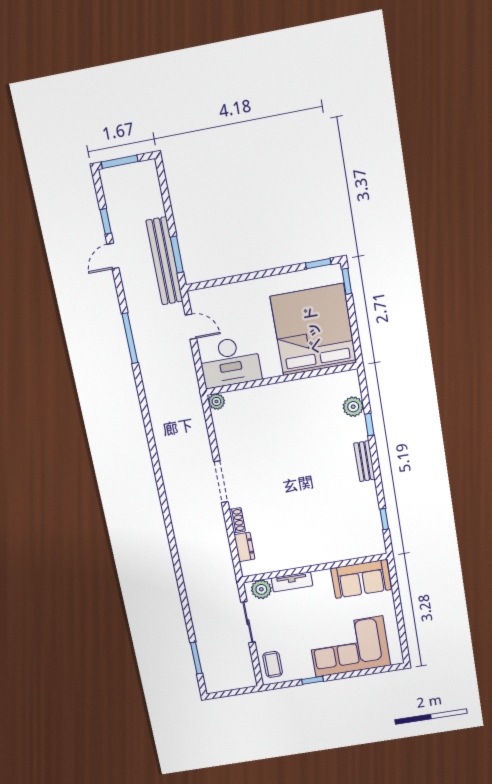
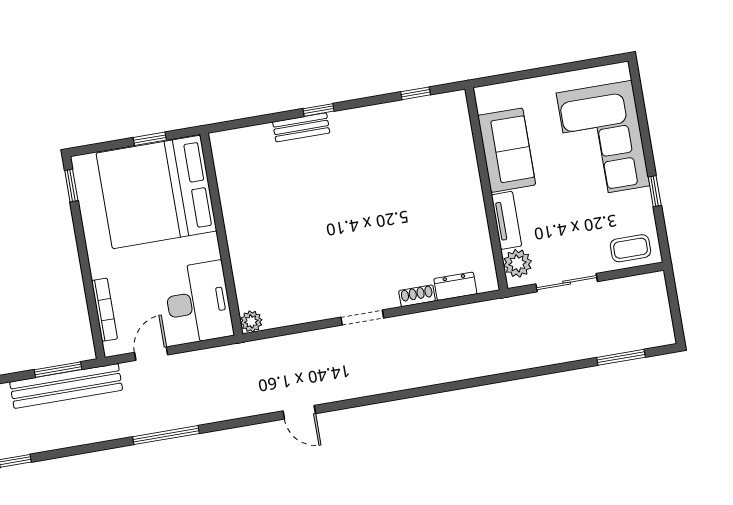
door: (113, 256) -> (299, 412), moved
window: (347, 281) -> (150, 139), moved
bookcase: (223, 290) -> (105, 310), added
plant: (353, 407) -> (259, 138), removed
window: (369, 425) -> (318, 110), moved
bench: (364, 461) -> (301, 127), moved
doorway: (221, 482) -> (362, 318), width x0.73
sofa: (361, 579) -> (507, 150), moved

